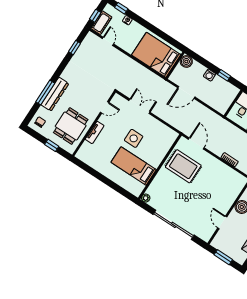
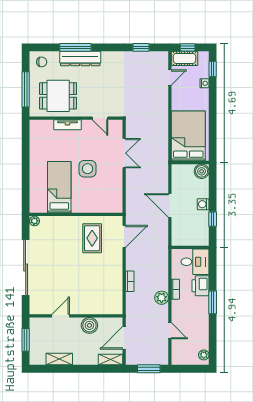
door: (186, 92) -> (170, 205), moved
window: (52, 145) -> (26, 89), width x2.17
rug: (183, 166) -> (92, 238), width x0.73, depth x0.70

